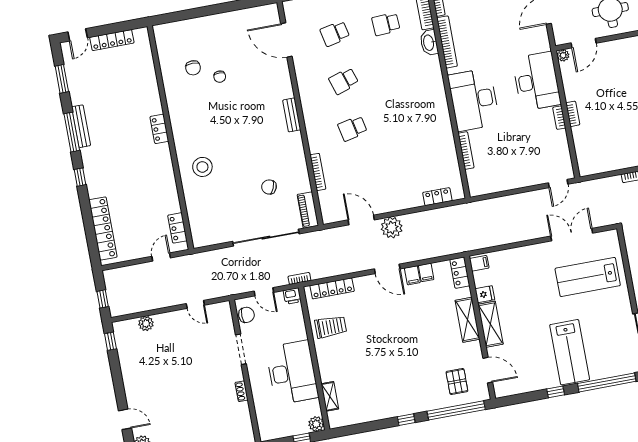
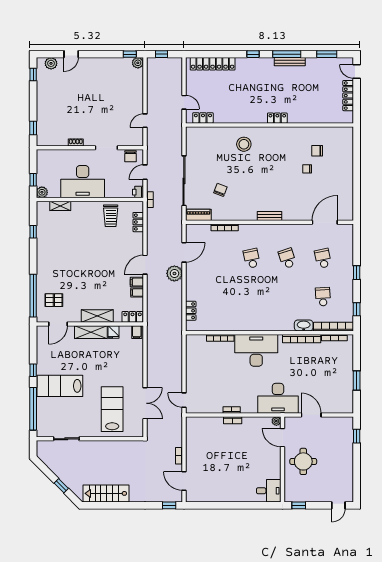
desk: (536, 81) -> (278, 398), moved
locker: (332, 288) -> (138, 222), width x0.66
plant: (146, 323) -> (138, 63), moved
window: (406, 420) -> (33, 232), moved

